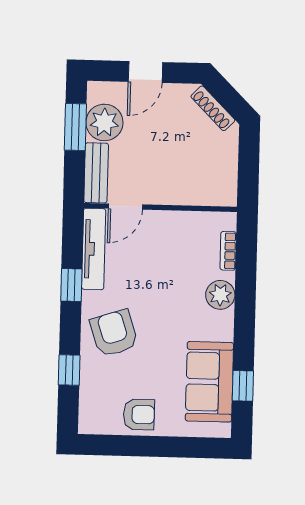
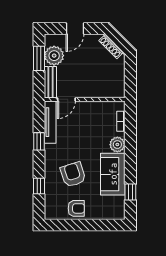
armchair: (114, 333) -> (73, 175), moved
sofa: (209, 382) -> (113, 174), moved

